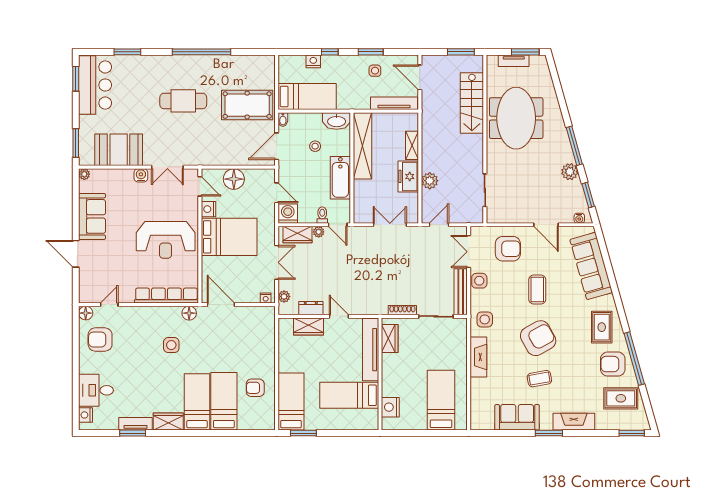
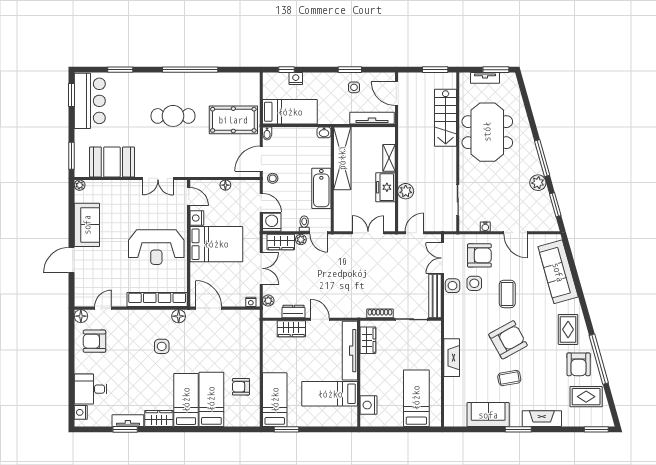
window: (330, 52) -> (286, 70), moved
washbasin: (337, 121) -> (324, 132), width x0.52, depth x0.69
stool: (315, 146) -> (273, 178), moved
water cooler: (141, 175) -> (133, 186), removed
floor lamp: (234, 179) -> (225, 185), width x0.53, depth x0.53
water cooler: (579, 218) -> (485, 227), moved
door: (76, 254) -> (72, 260), hinge flipped
side table: (485, 319) -> (474, 283), moved
armchair: (613, 364) -> (579, 364), turned -90

